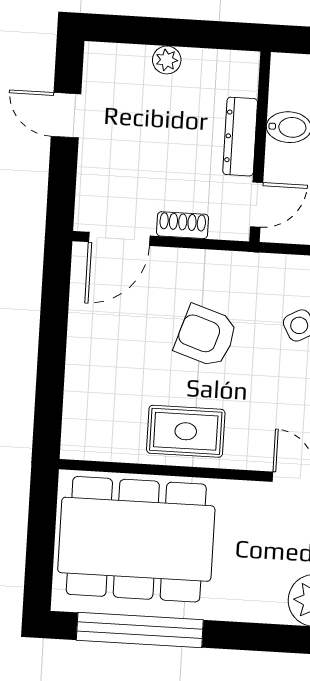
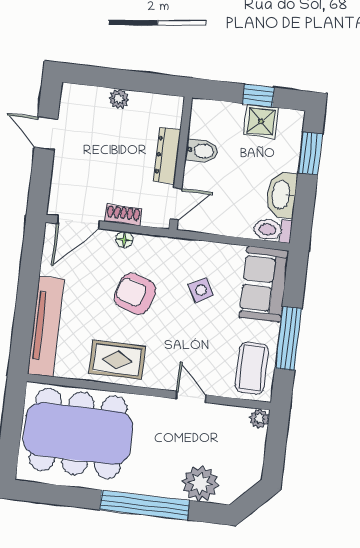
floor lamp: (186, 260) -> (124, 240), added
tv unit: (82, 390) -> (46, 326), added
window: (140, 630) -> (145, 505), moved

